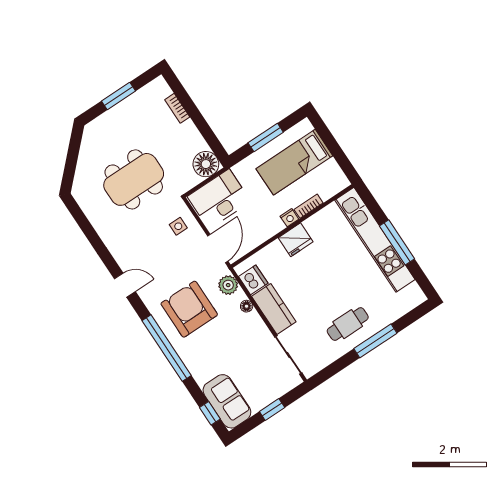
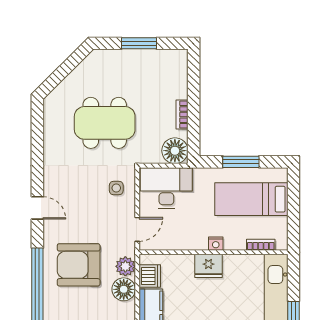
bookcase: (177, 108) -> (182, 115), moved
bookcase: (309, 206) -> (261, 245), moved
door: (218, 249) -> (137, 229), width x0.73
floor lamp: (247, 306) -> (124, 289), width x1.89, depth x1.89
armchair: (189, 309) -> (79, 265), turned -90

